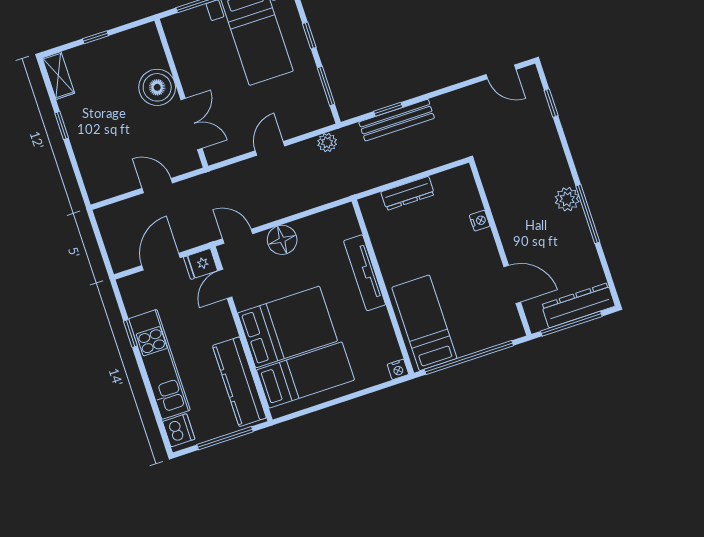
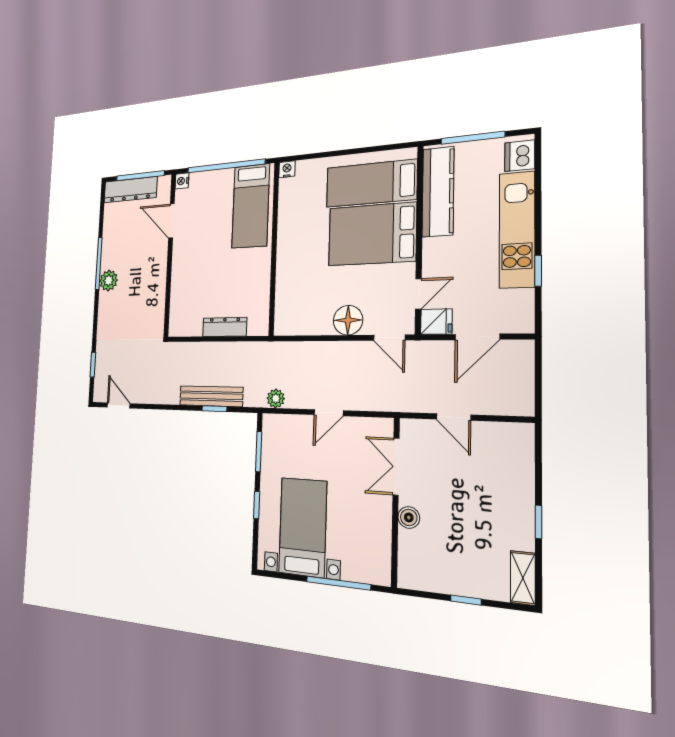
boiler: (157, 87) -> (409, 517), width x0.54, depth x0.54
nightstand: (480, 221) -> (182, 181), moved
tv unit: (365, 273) -> (285, 266), removed

